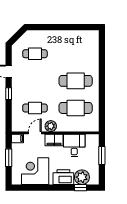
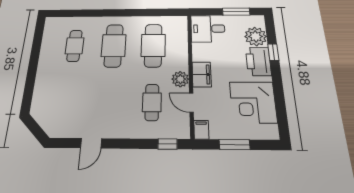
cafe table: (35, 54) -> (75, 46), moved
window: (9, 94) -> (168, 144), moved
desk: (74, 145) -> (208, 29), moved
window: (102, 155) -> (236, 12), moved
window: (80, 188) -> (273, 52), moved

